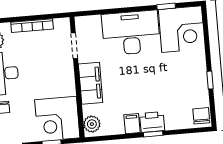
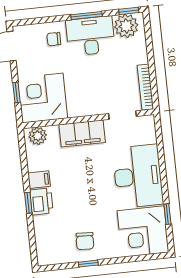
bookcase: (32, 26) -> (145, 87), moved
chair: (201, 116) -> (85, 241), moved, turned 93

